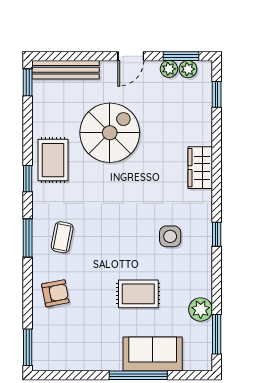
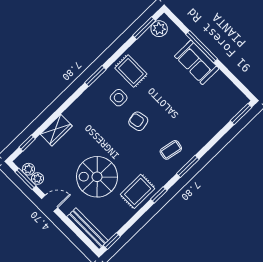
wardrobe: (200, 168) -> (56, 130), moved
window: (217, 234) -> (95, 76), width x1.50
armchair: (55, 293) -> (138, 121), moved
rug: (138, 294) -> (131, 71), moved
plant: (201, 309) -> (159, 29), moved
sofa: (153, 354) -> (197, 62), moved

